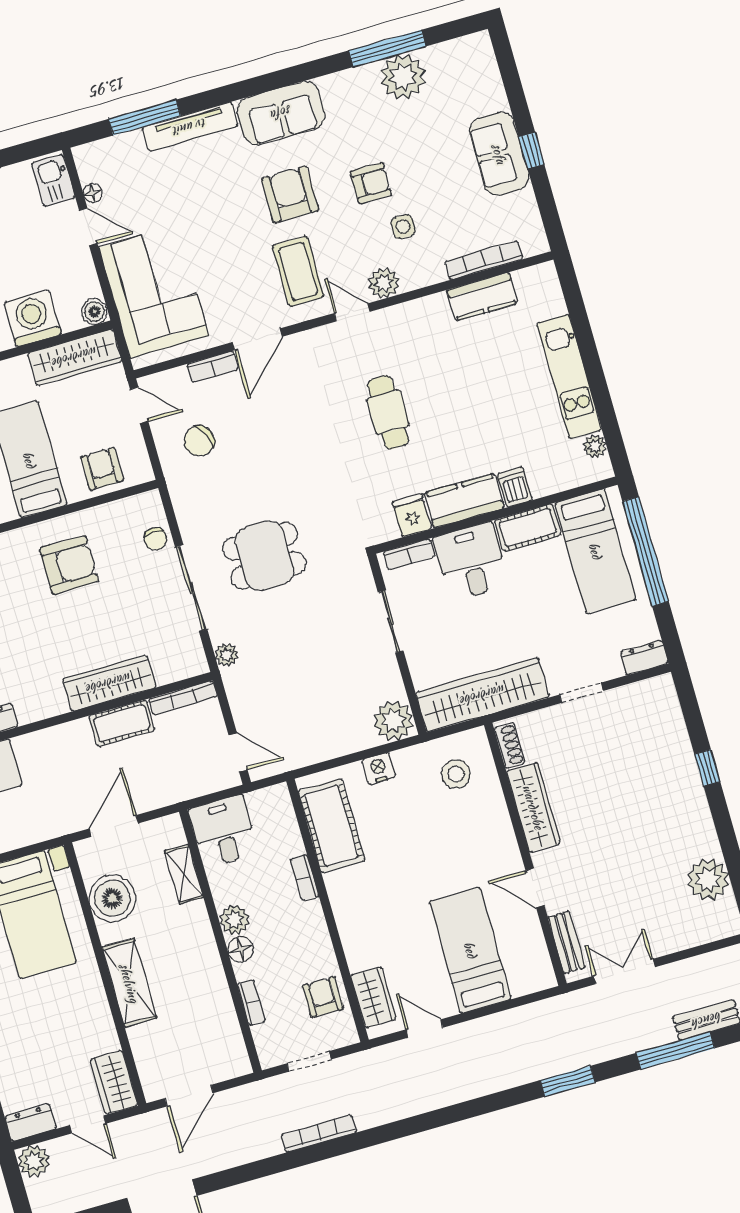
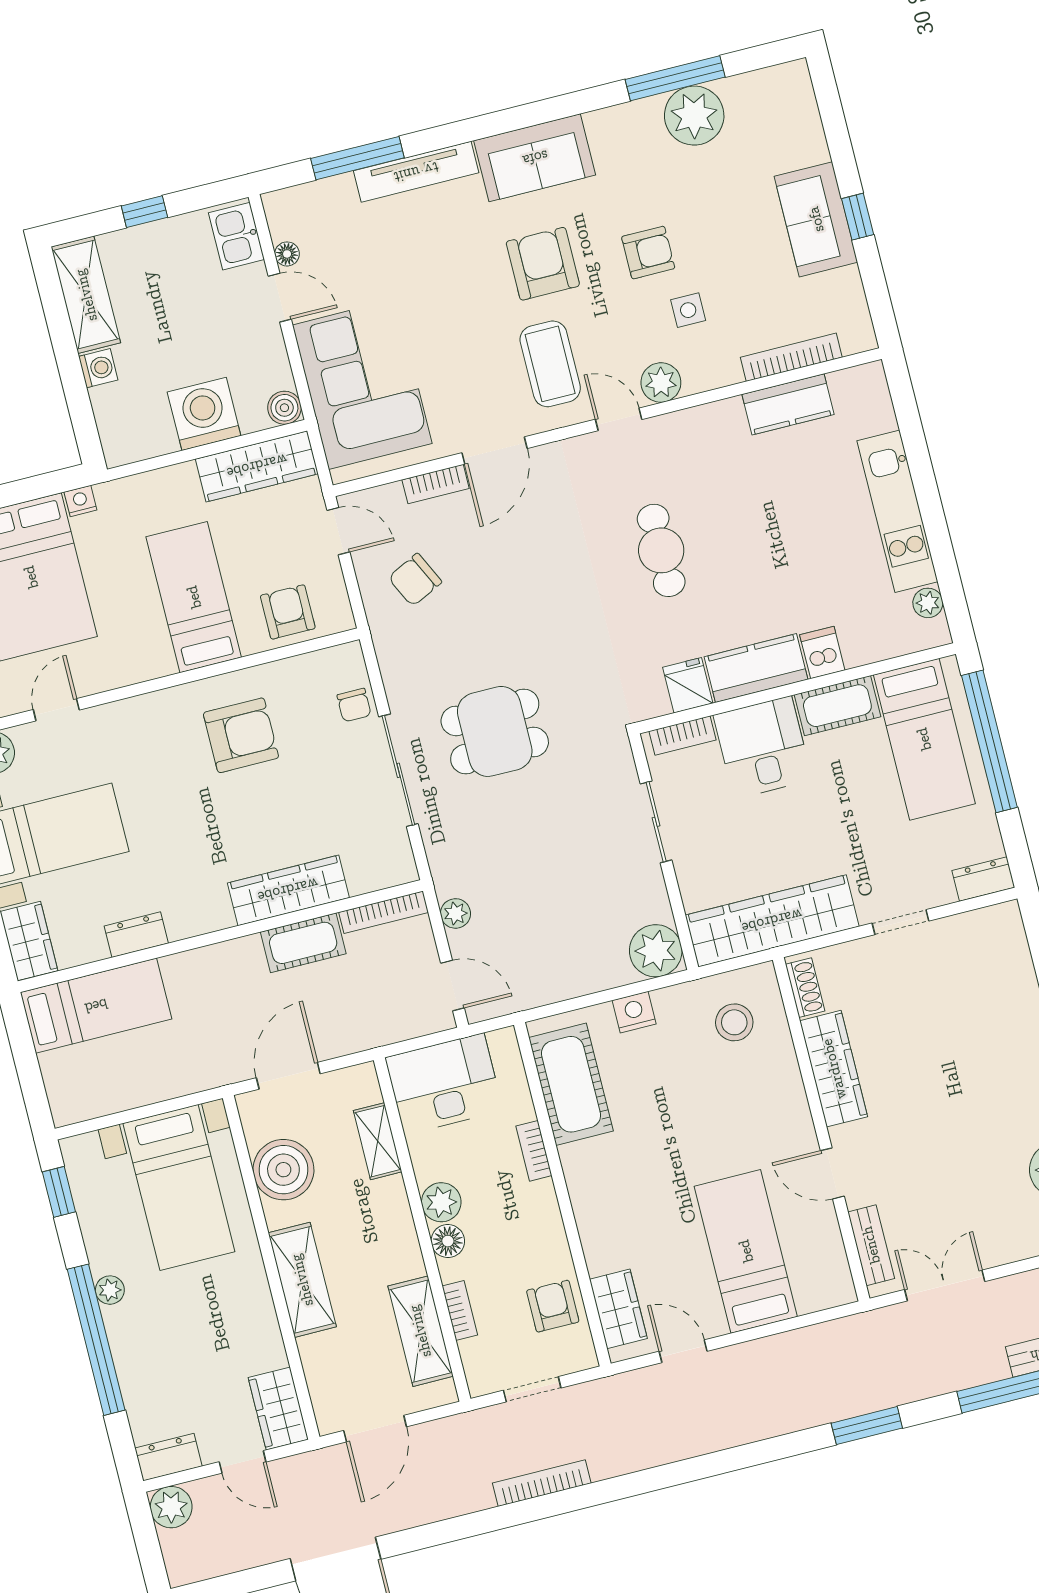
plant: (227, 655) -> (456, 913), moved
desk: (223, 831) -> (444, 1084), width x1.37
shelving: (222, 1019) -> (420, 1331), added

